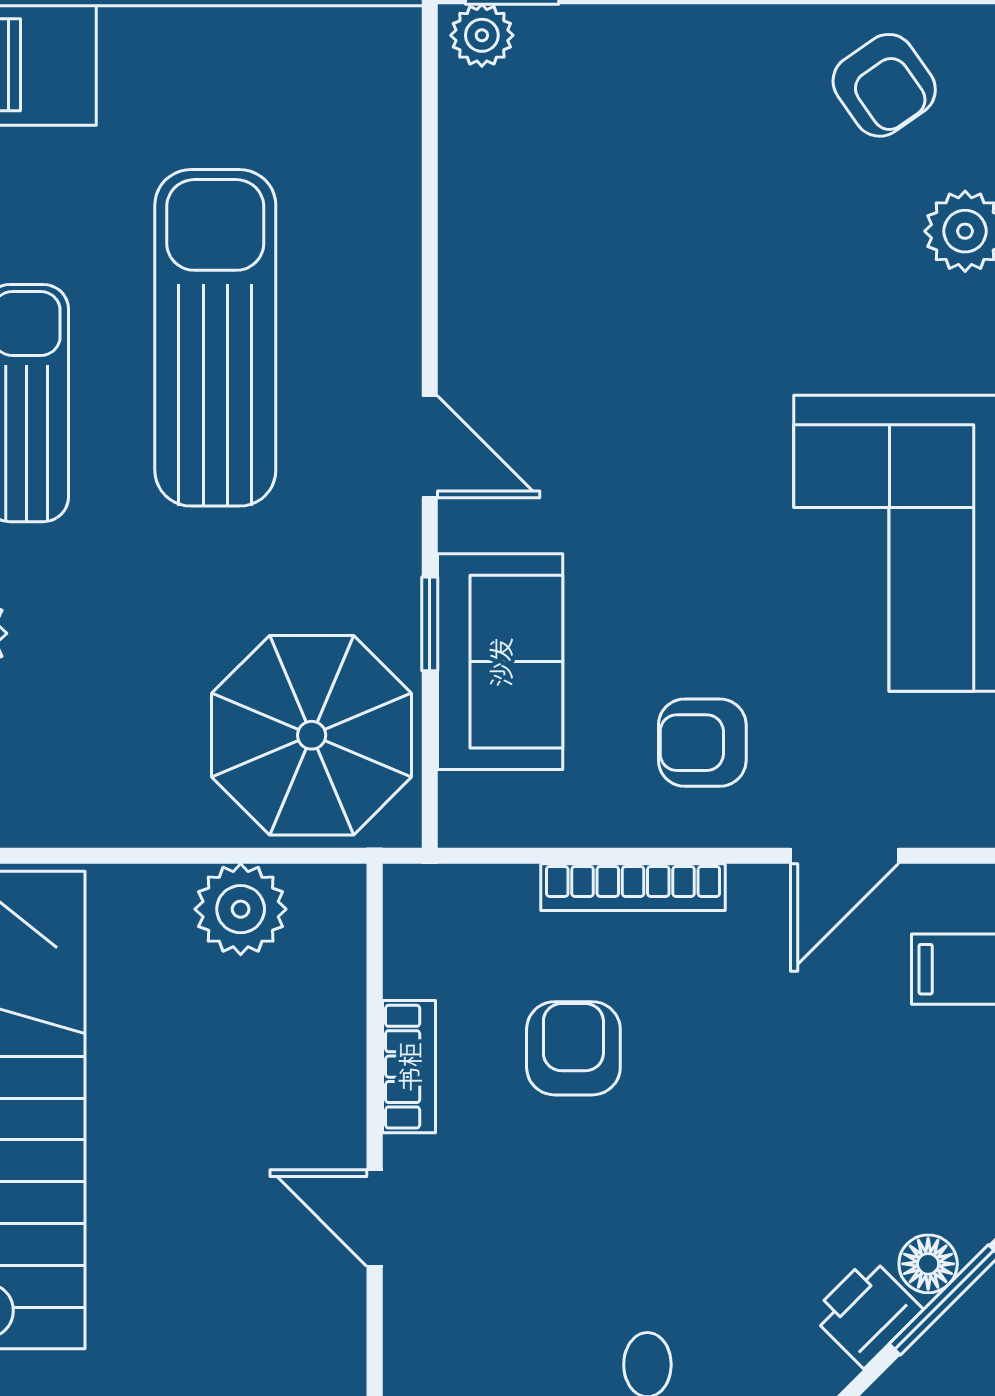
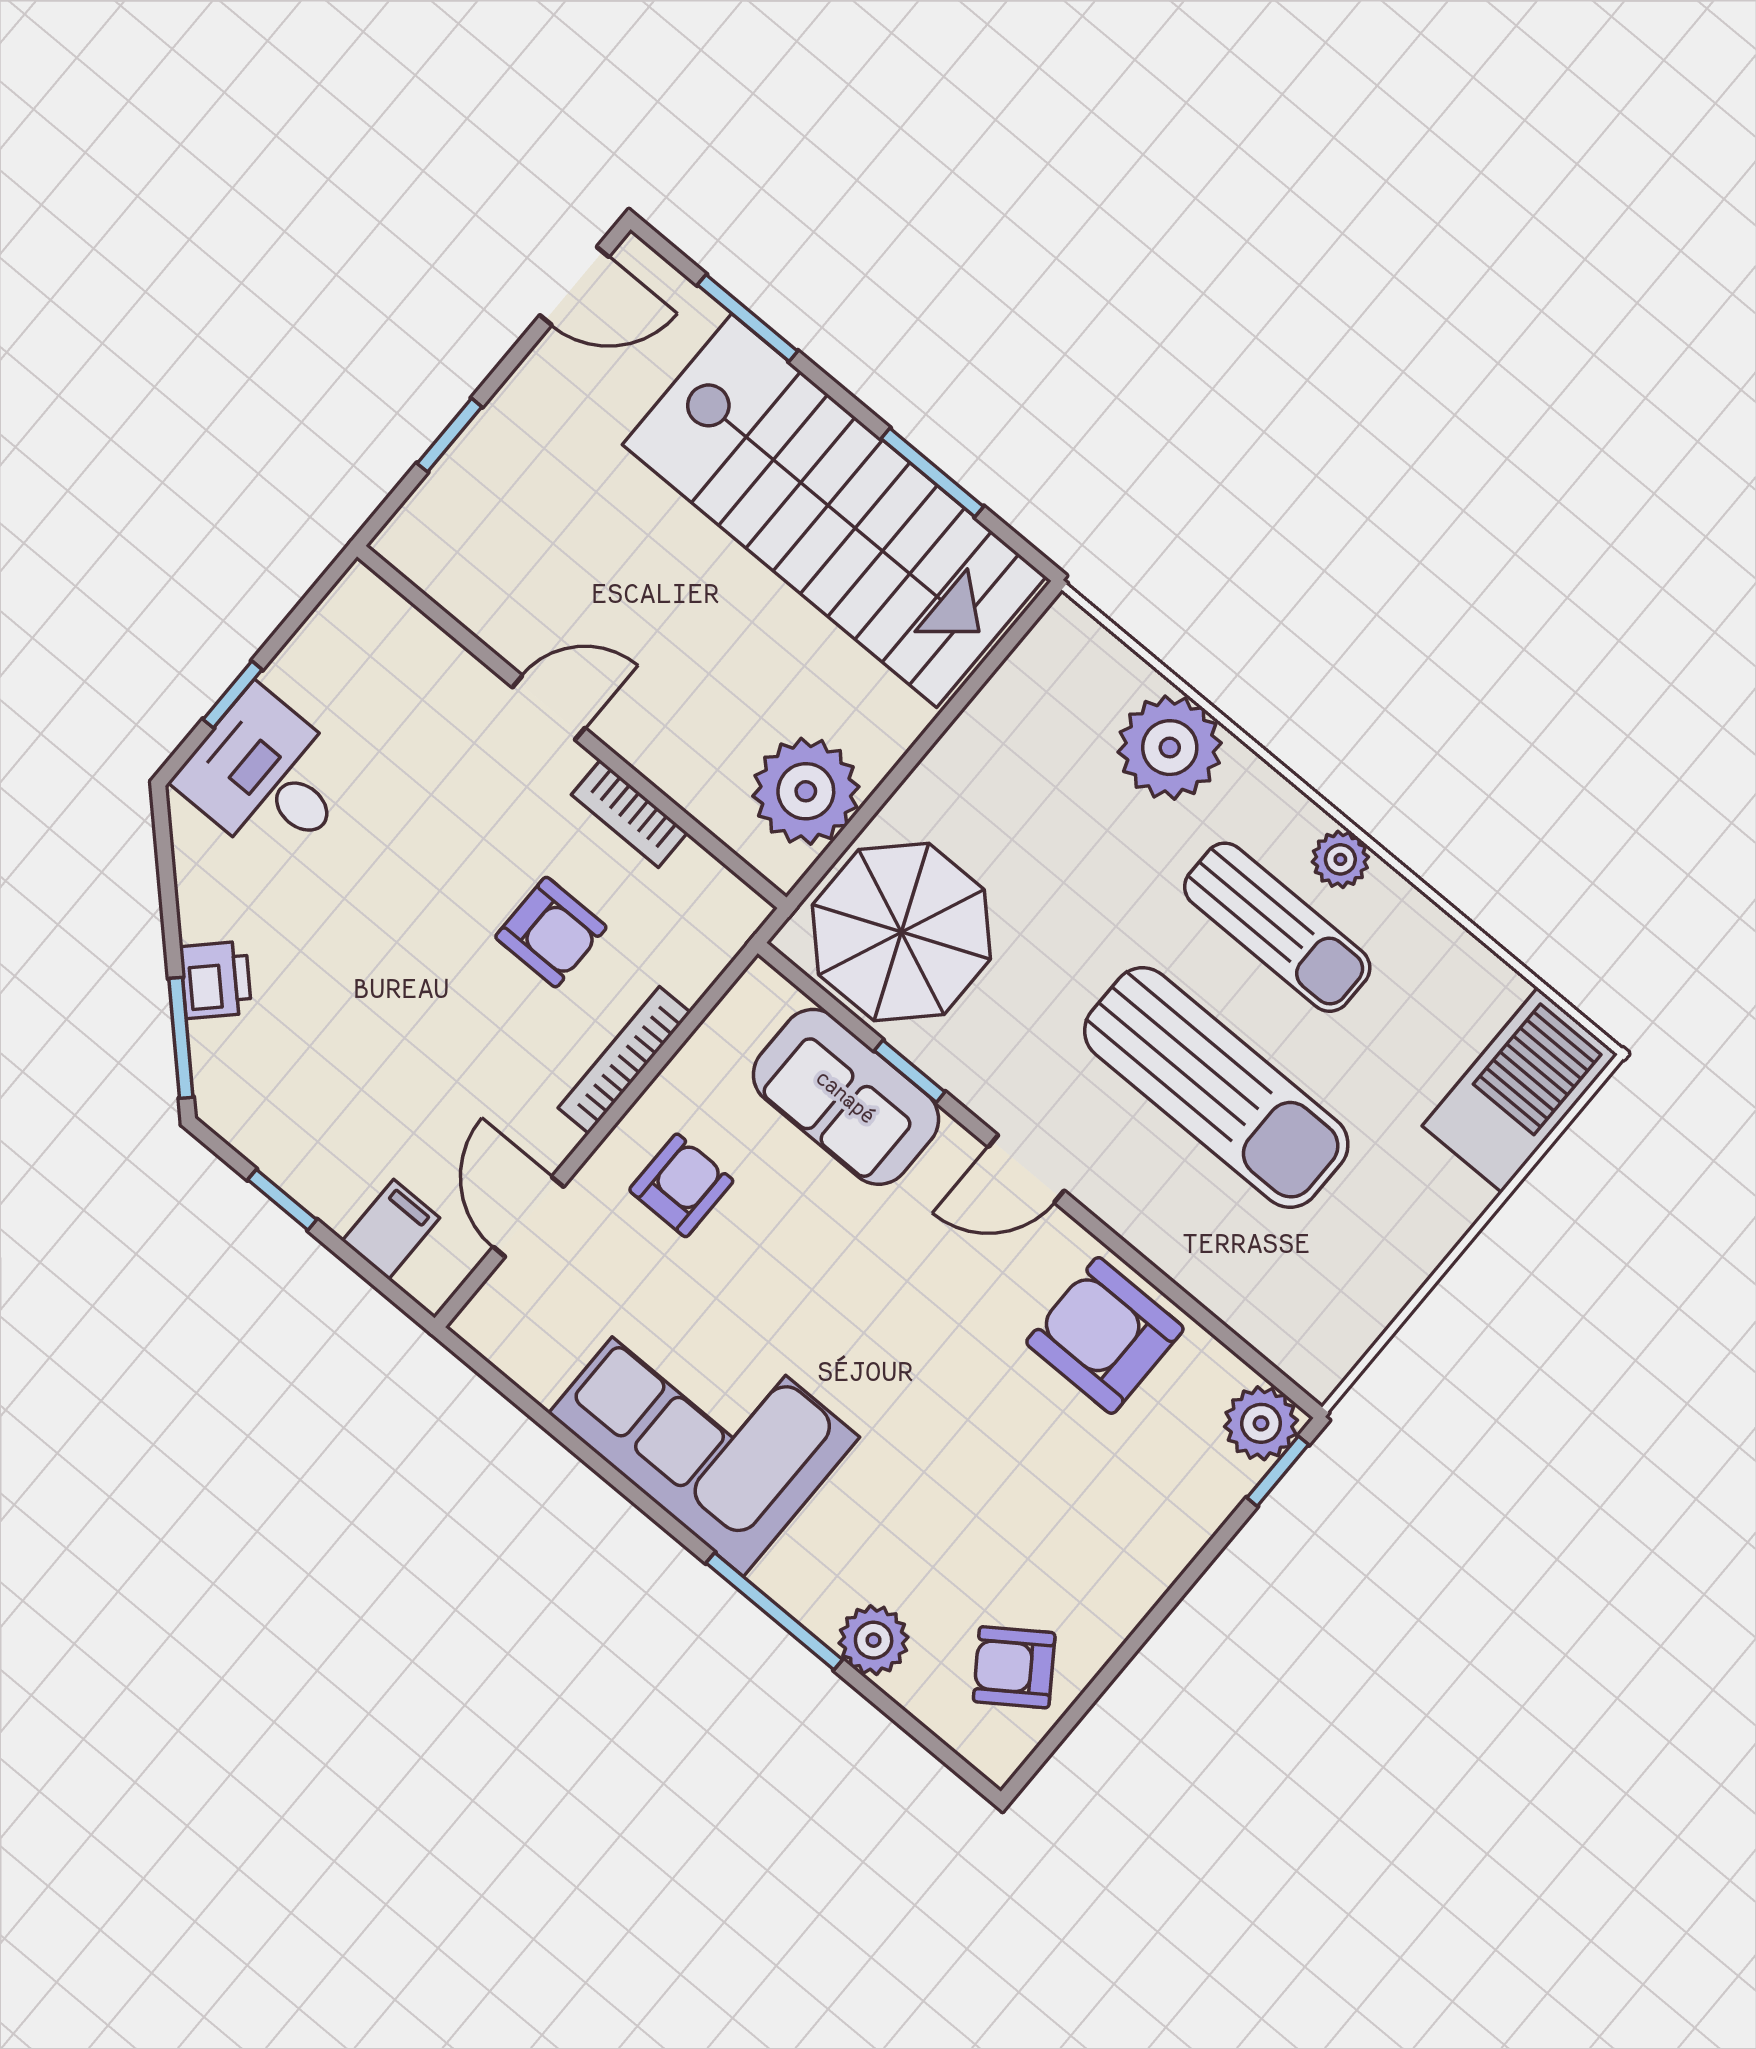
plant: (482, 35) -> (1261, 1423), width x1.38, depth x1.38
armchair: (520, 252) -> (1105, 1335), added
plant: (241, 909) -> (806, 791), width x1.36, depth x1.36
floor lamp: (928, 1264) -> (214, 1047), removed

